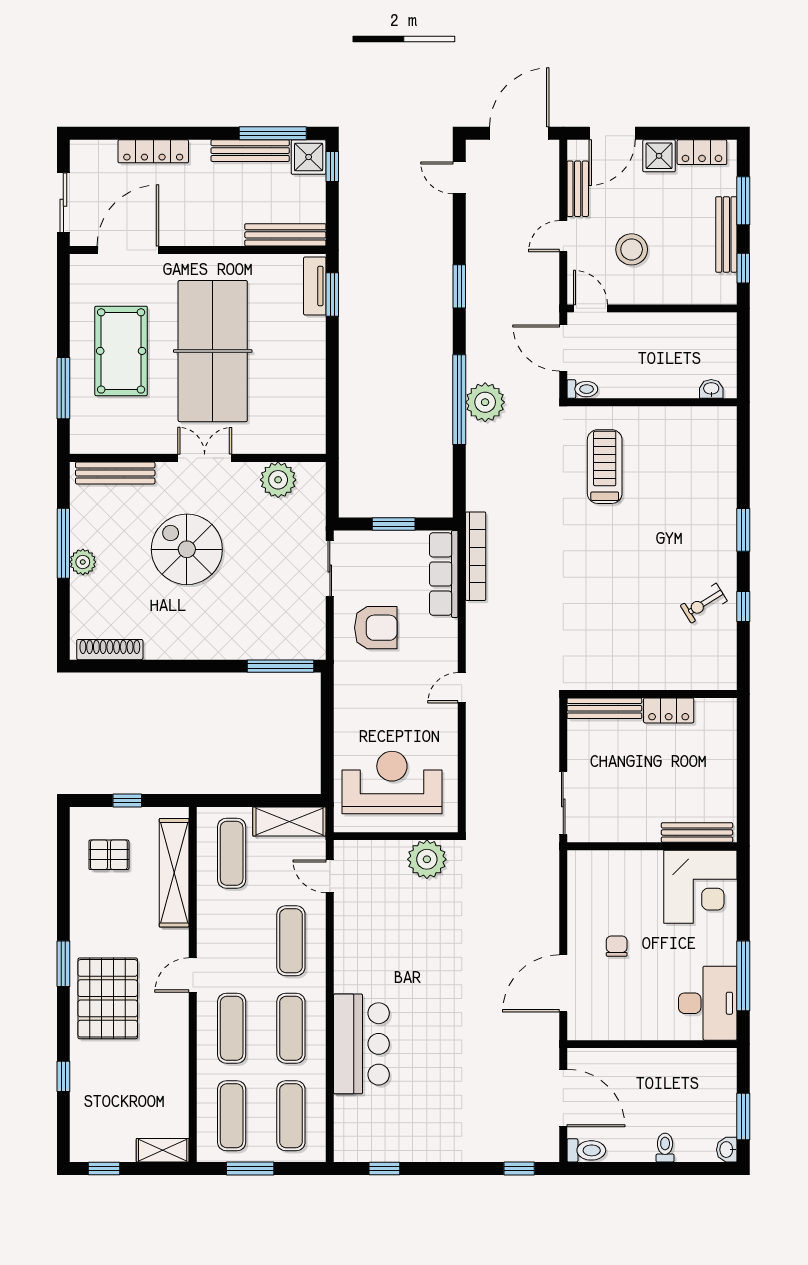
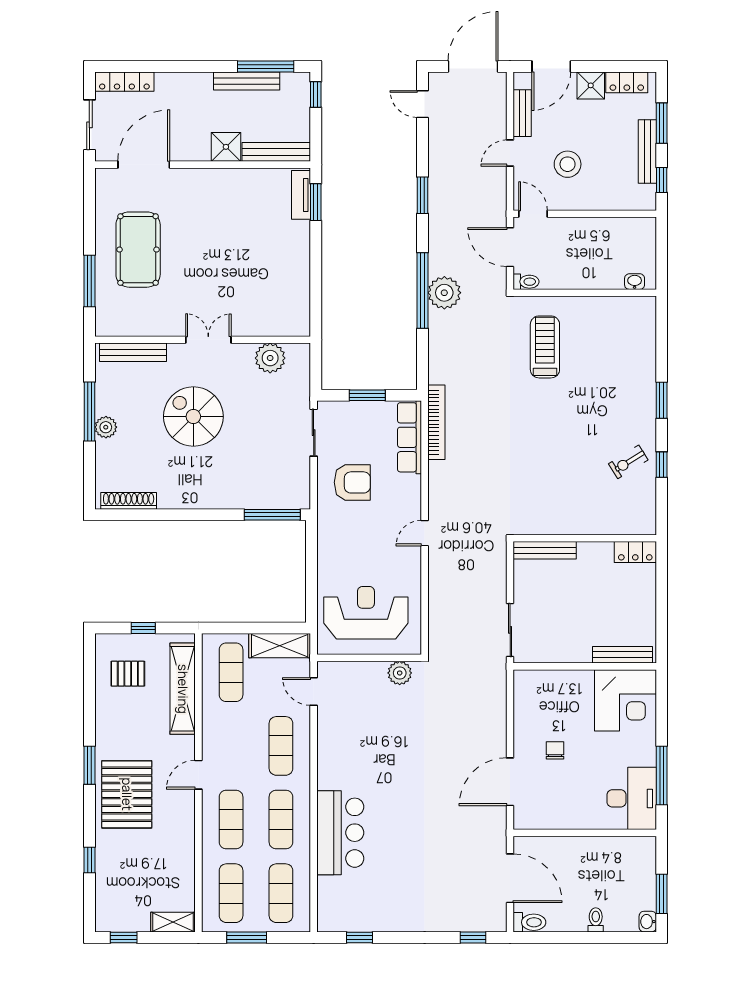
locker: (153, 151) -> (124, 82), moved
shower: (309, 157) -> (226, 147), moved
table tennis table: (213, 351) -> (215, 250), removed
locker: (669, 710) -> (635, 552), moved
plant: (427, 859) -> (400, 673), width x0.73, depth x0.73

